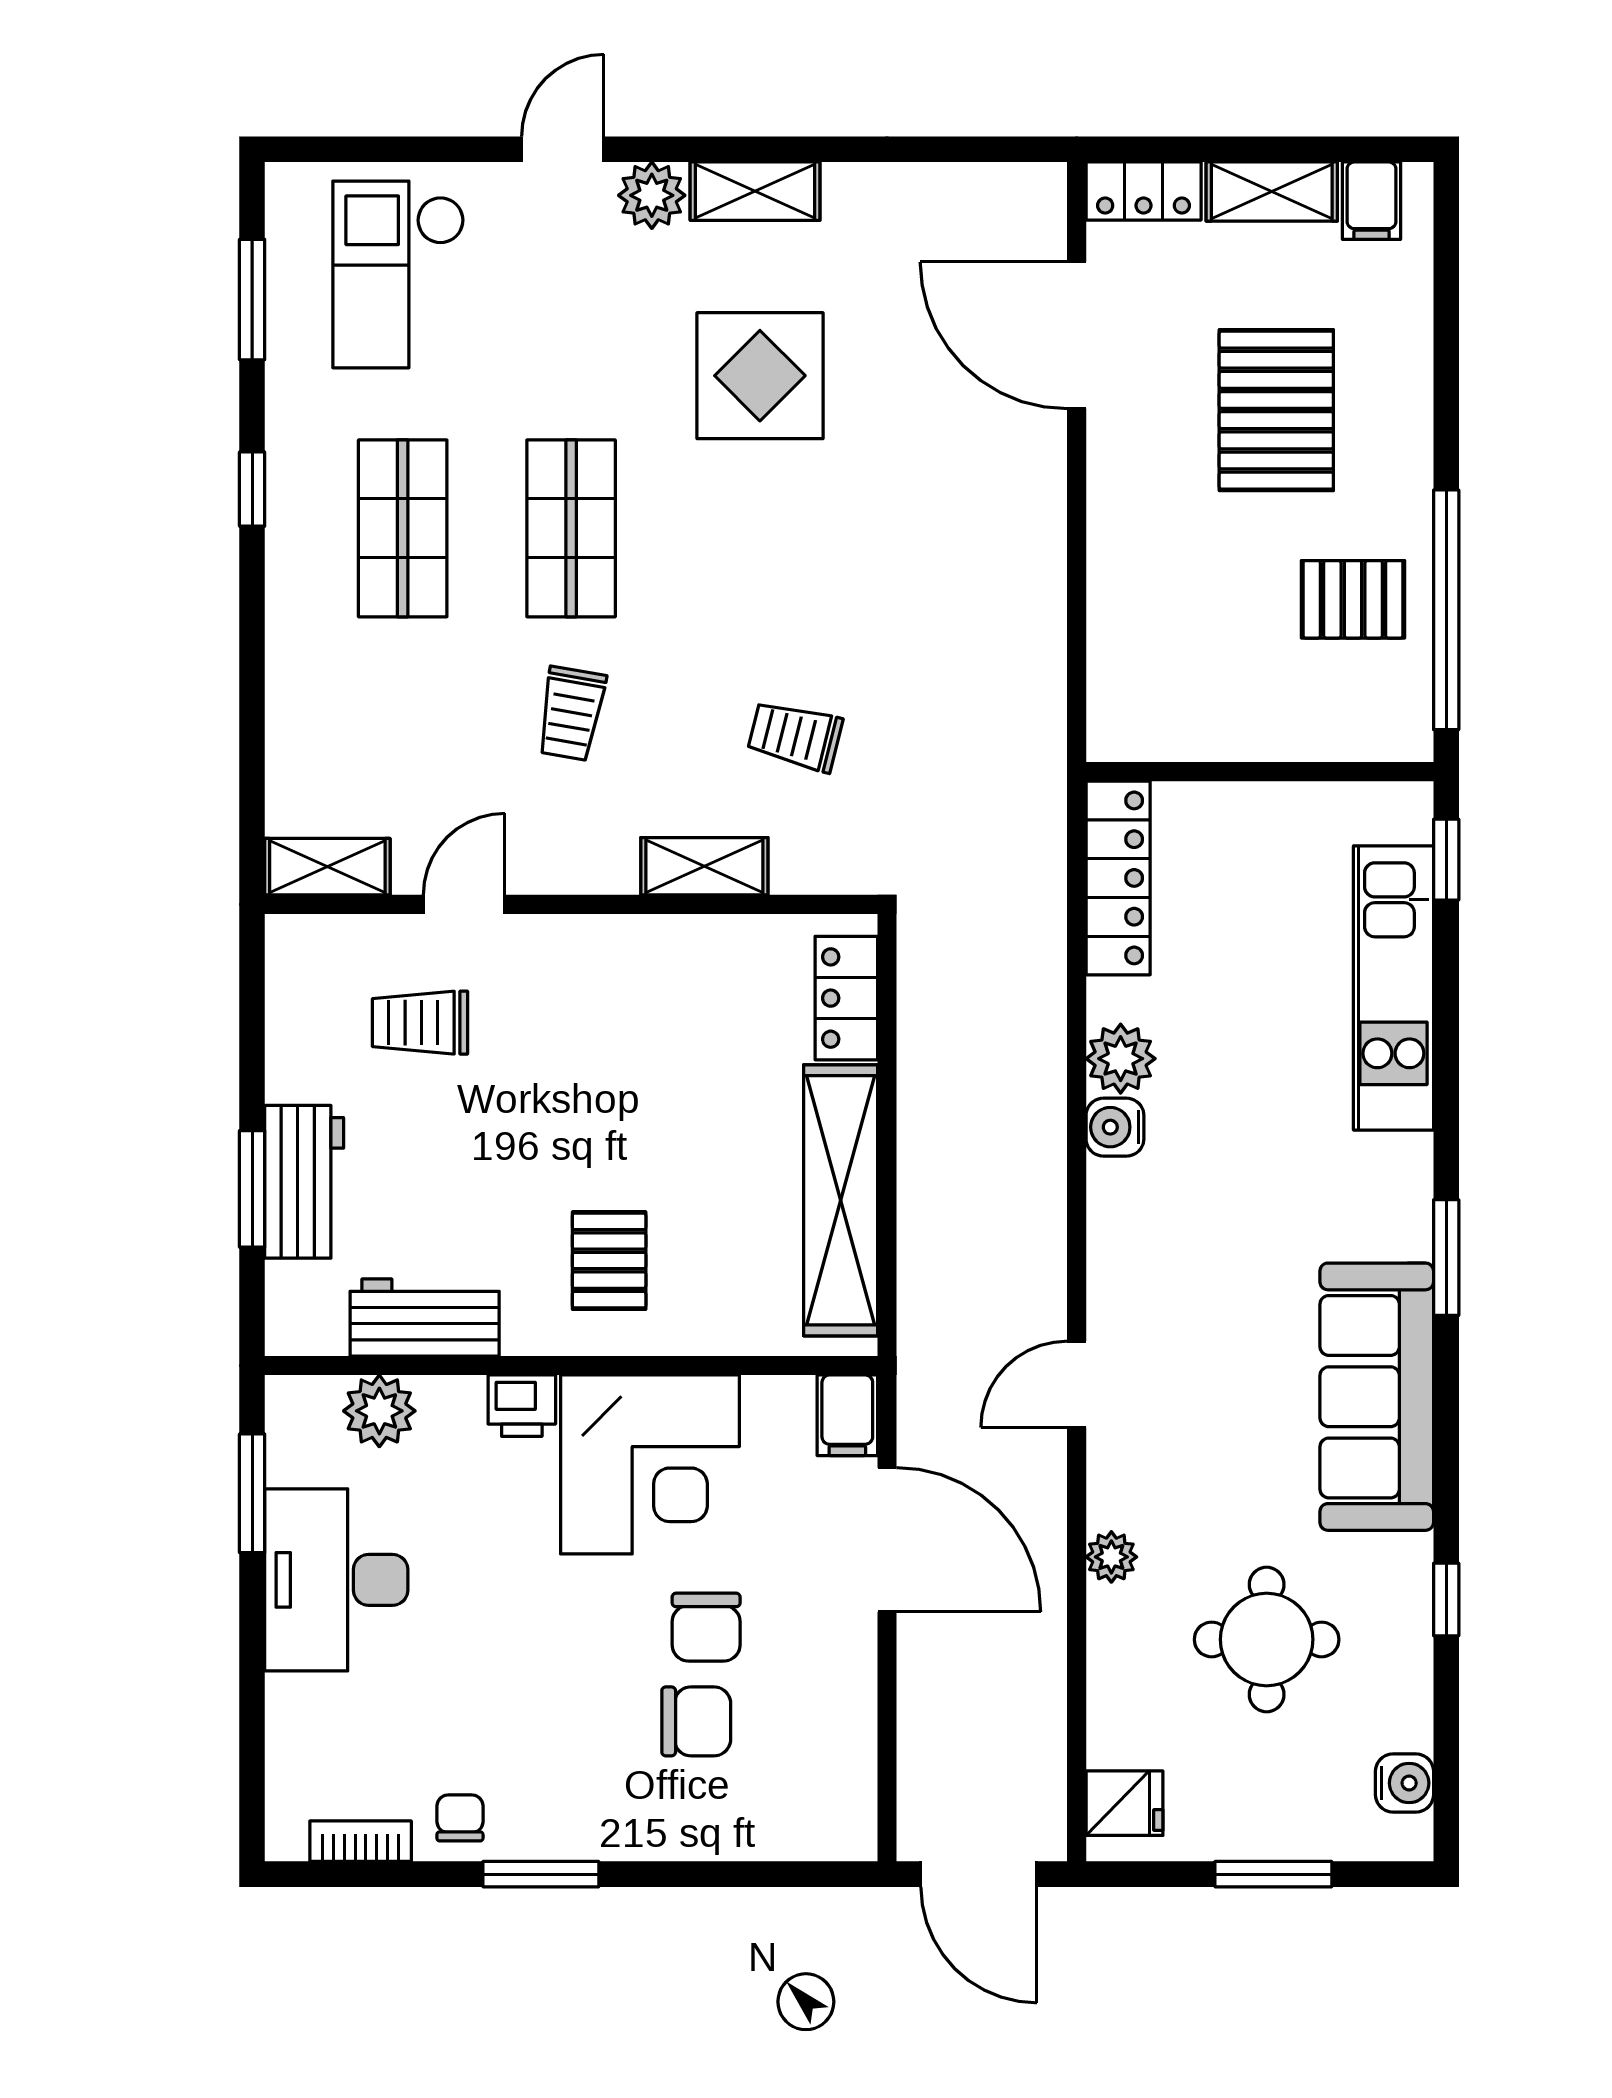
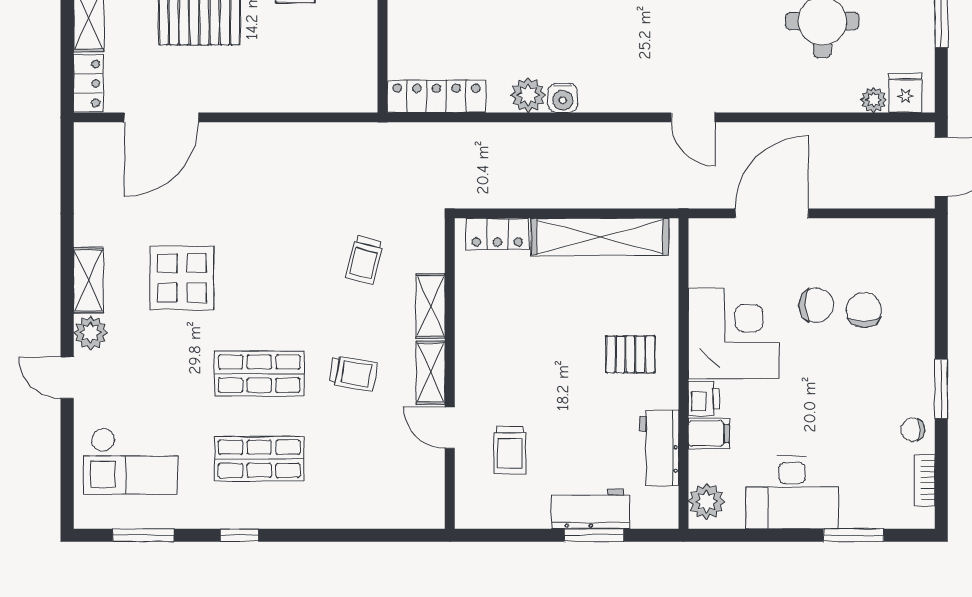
shelving: (327, 867) -> (431, 373), moved
plant: (379, 1411) -> (707, 502), moved
filing cabinet: (847, 1415) -> (709, 433), moved
window: (252, 1493) -> (854, 535), moved
plant: (1111, 1557) -> (874, 100), moved

